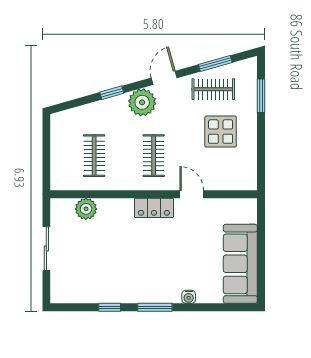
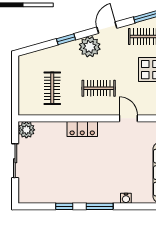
clothes rail: (154, 156) -> (99, 88), turned 90
locker: (154, 208) -> (82, 129), moved
plant: (86, 209) -> (26, 130), moved

